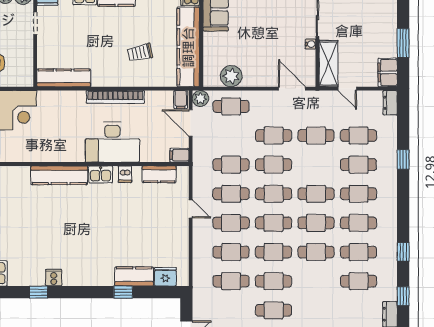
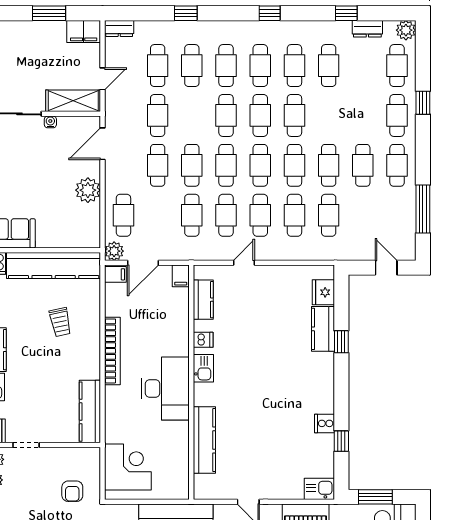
plant: (231, 76) -> (88, 190), moved
desk: (112, 142) -> (165, 388), moved
kitchen counter: (59, 175) -> (204, 440), moved
window: (403, 252) -> (270, 13), moved

